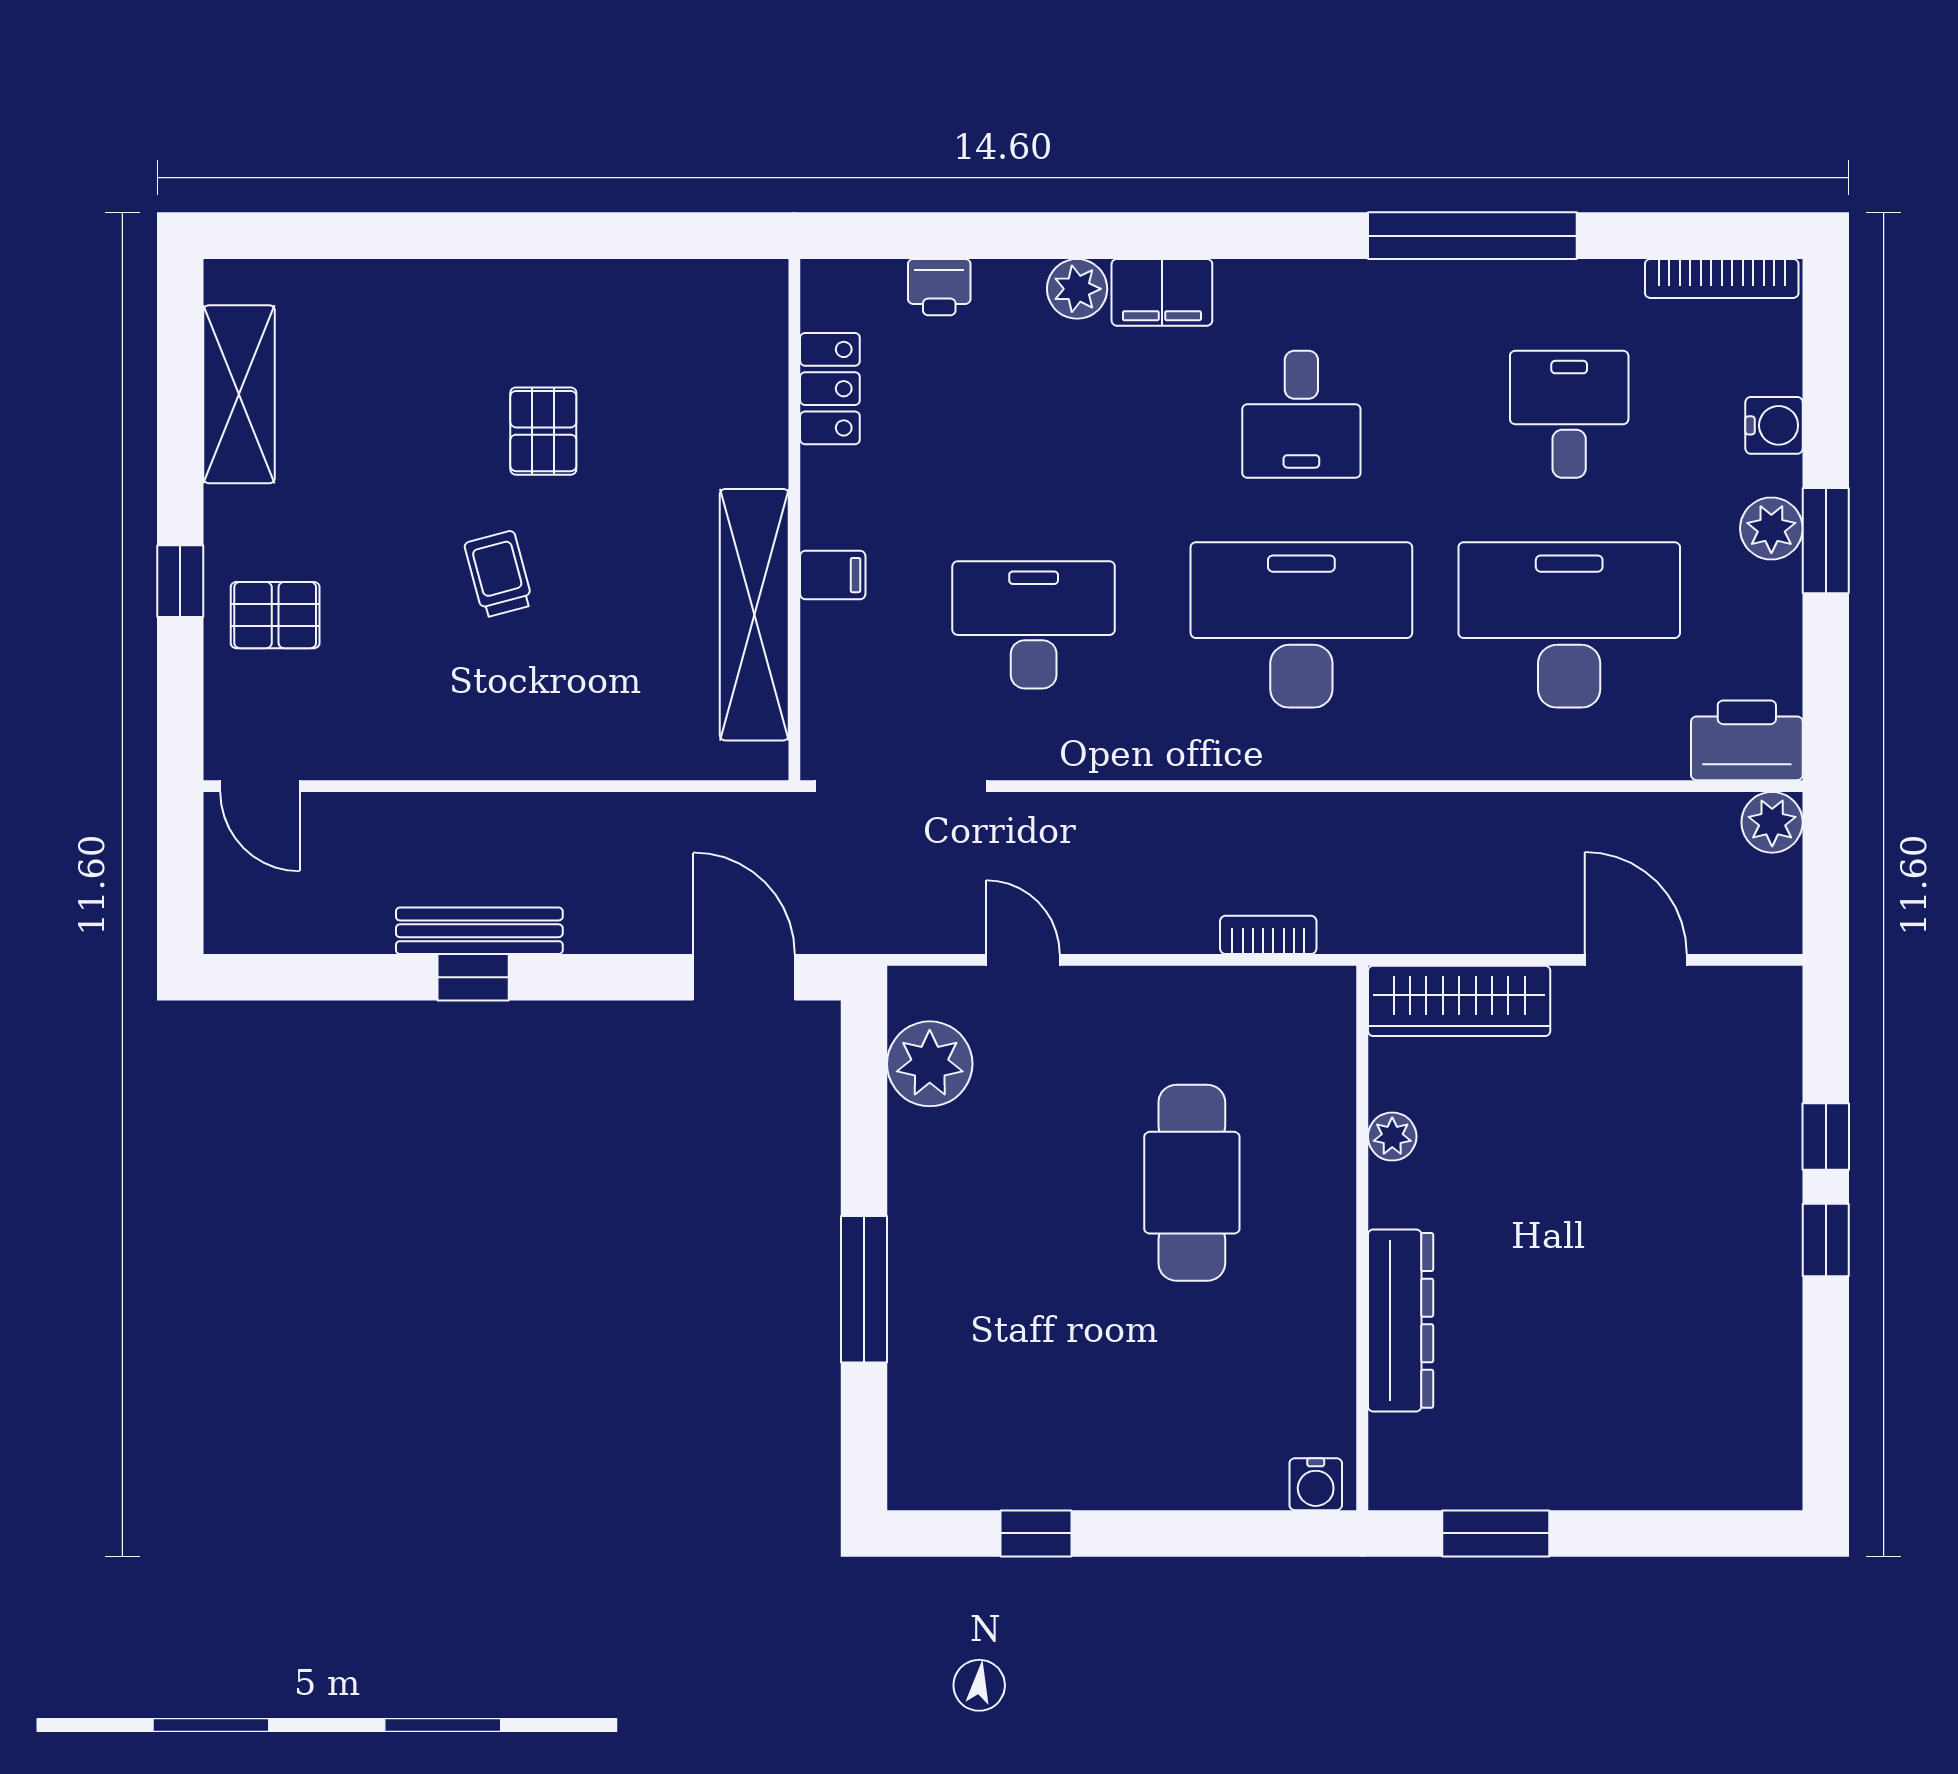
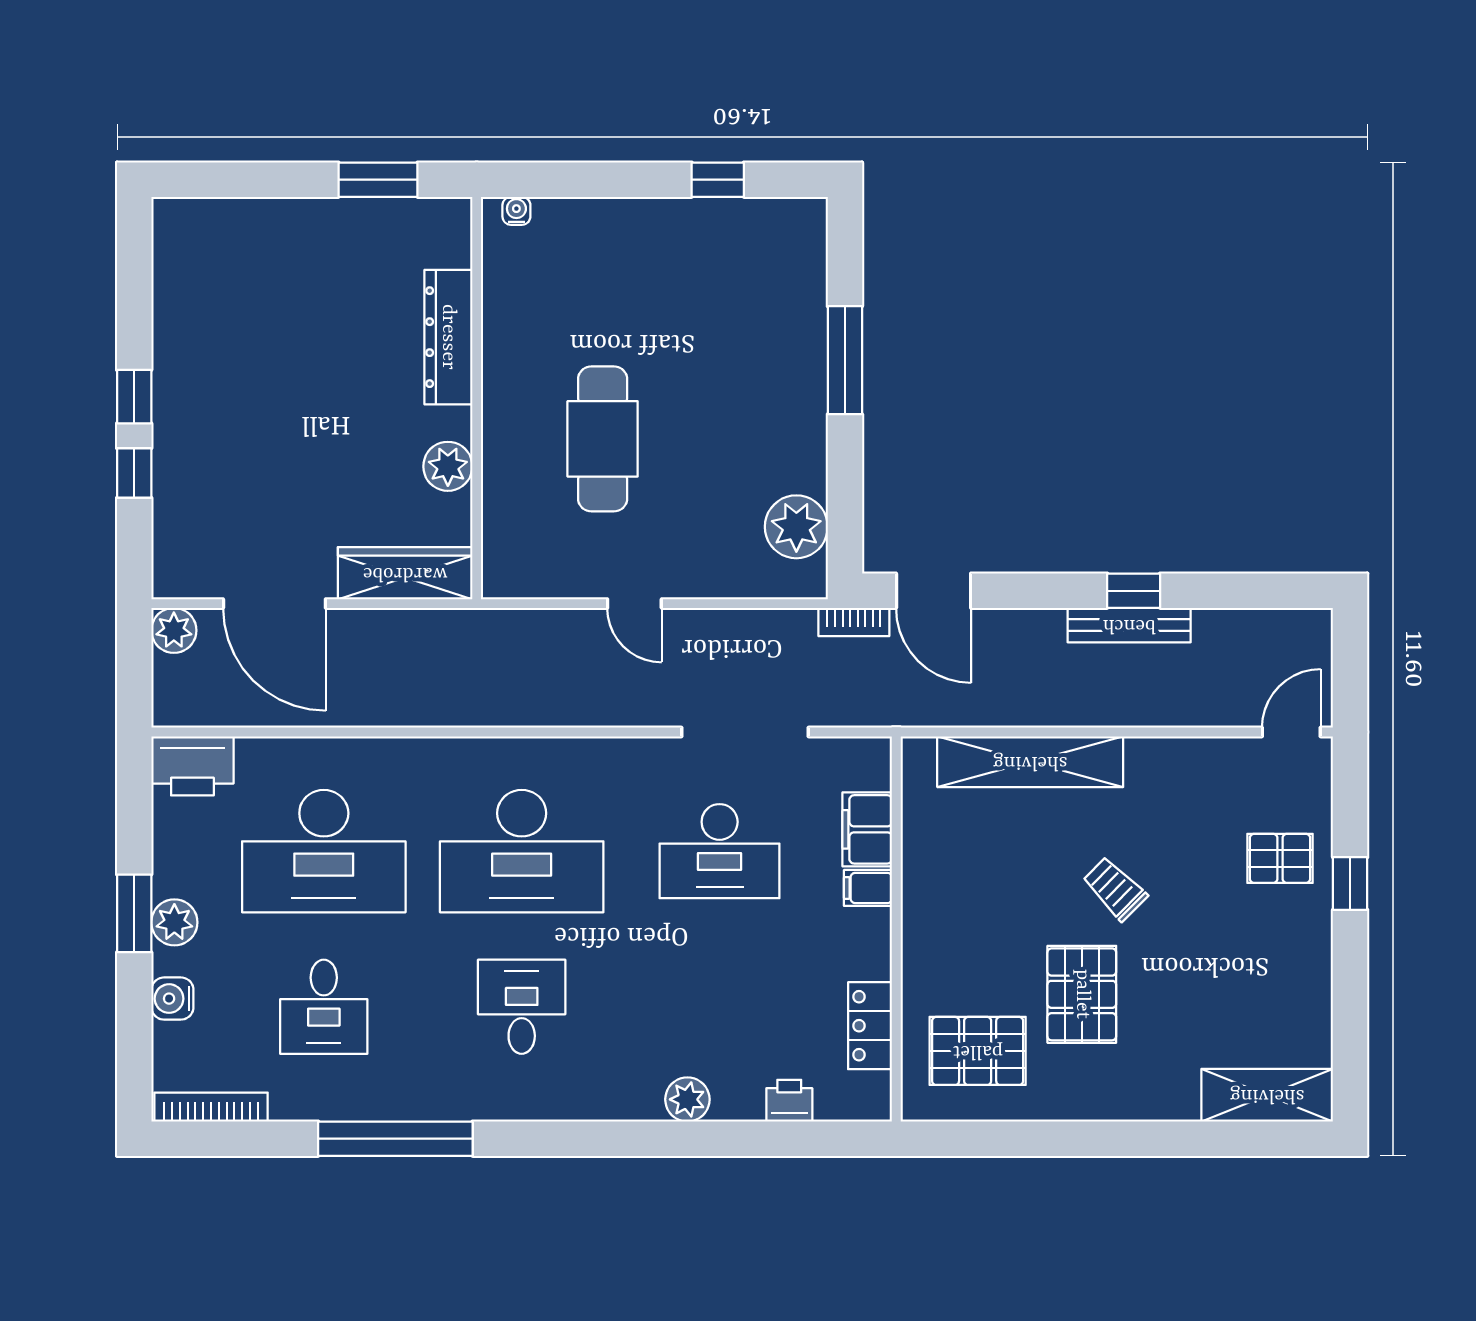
filing cabinet: (1162, 292) -> (867, 829), moved, turned -90
pallet: (684, 354) -> (978, 1051), added
shelving: (239, 394) -> (1267, 1095), moved, turned 90
pallet: (543, 431) -> (1082, 994), width x1.50, depth x1.42
trolley: (499, 574) -> (1115, 889), turned 150
shelving: (754, 615) -> (1030, 762), moved, turned 90
door: (260, 786) -> (1291, 732), hinge flipped
doorway: (901, 786) -> (745, 732), moved
plant: (1772, 822) -> (174, 630), moved
bookcase: (1268, 935) -> (854, 622), moved
door: (1023, 960) -> (634, 604), moved
door: (1636, 960) -> (274, 604), width x1.36
plant: (1392, 1137) -> (448, 466), width x1.38, depth x1.38
water cooler: (1316, 1484) -> (516, 211), width x0.72, depth x0.72

